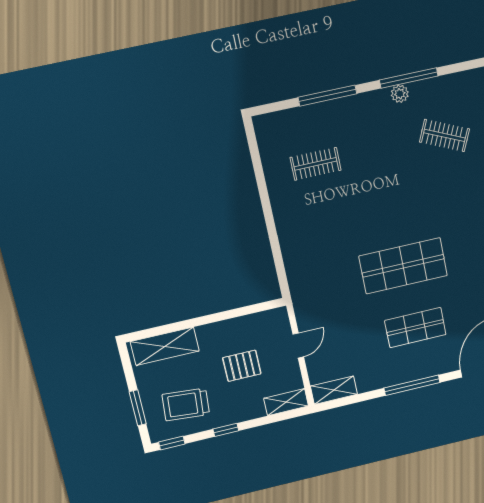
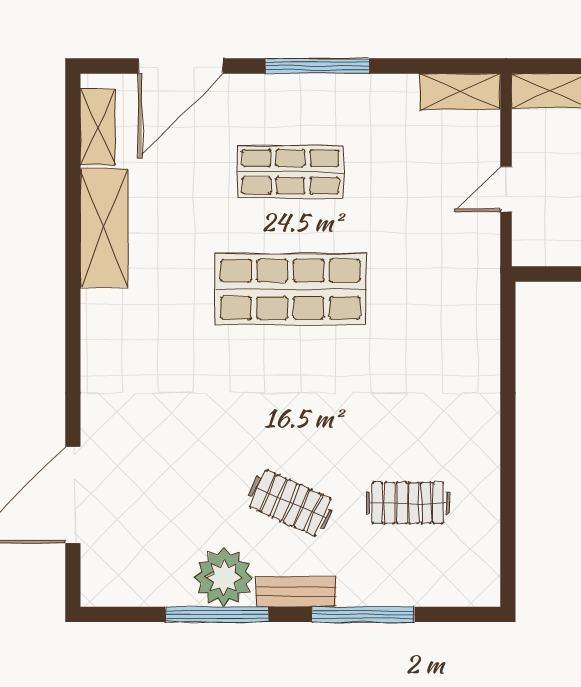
plant: (400, 94) -> (224, 577), width x1.88, depth x1.88
bench: (367, 100) -> (296, 592), added
clothes rail: (444, 135) -> (290, 503), moved

